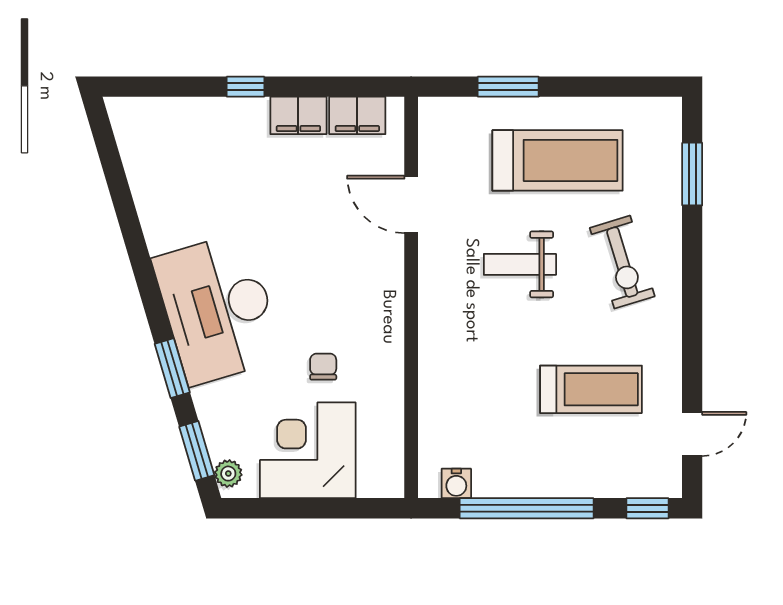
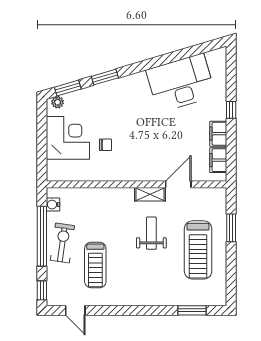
exercise bike: (622, 262) -> (62, 243), moved, turned 115
shelving: (433, 268) -> (150, 194), added
desk: (218, 309) -> (181, 83), moved

